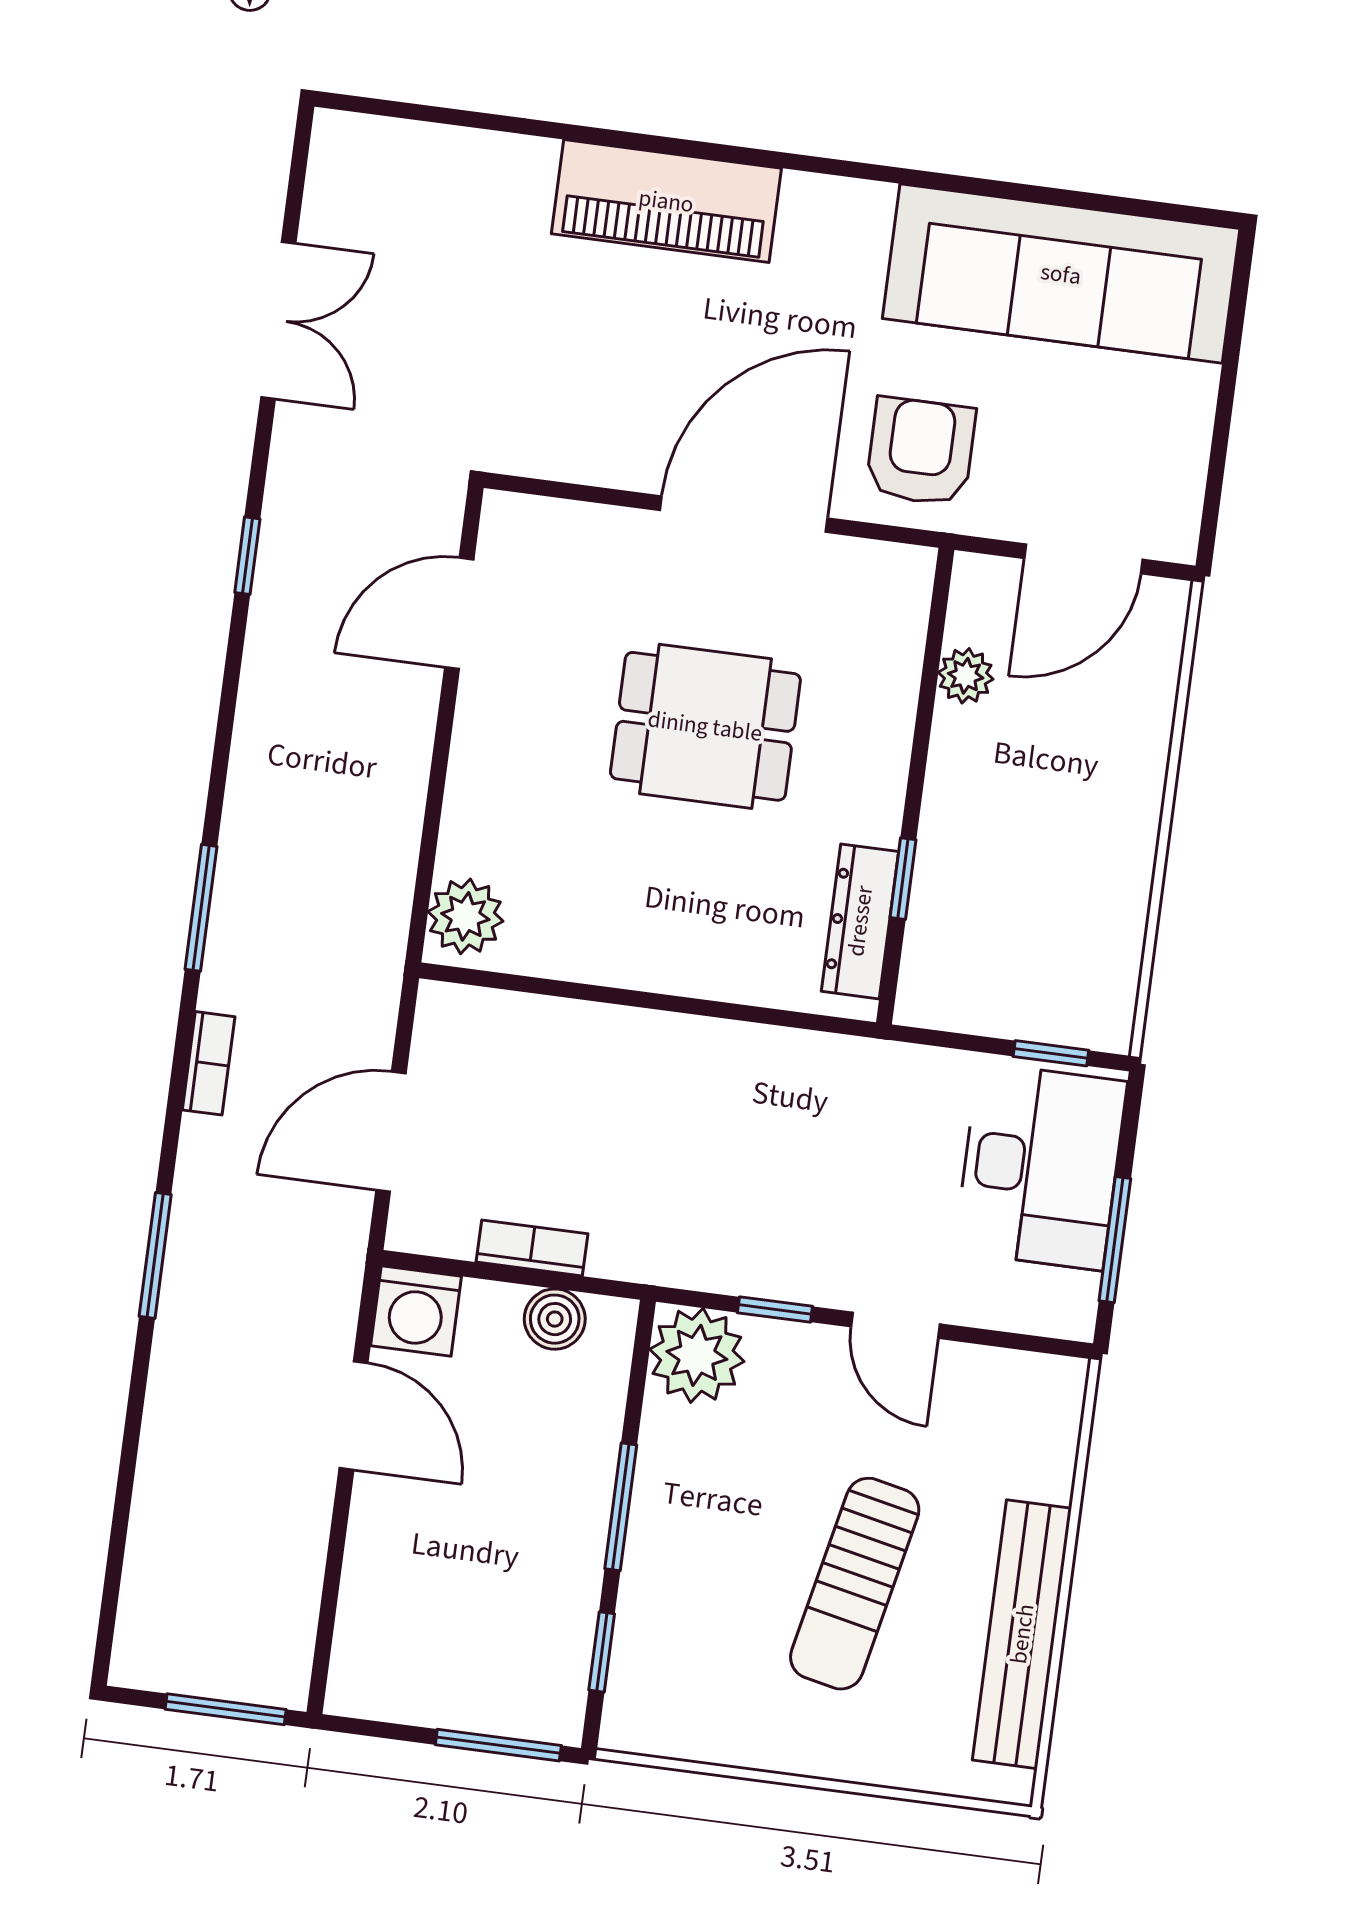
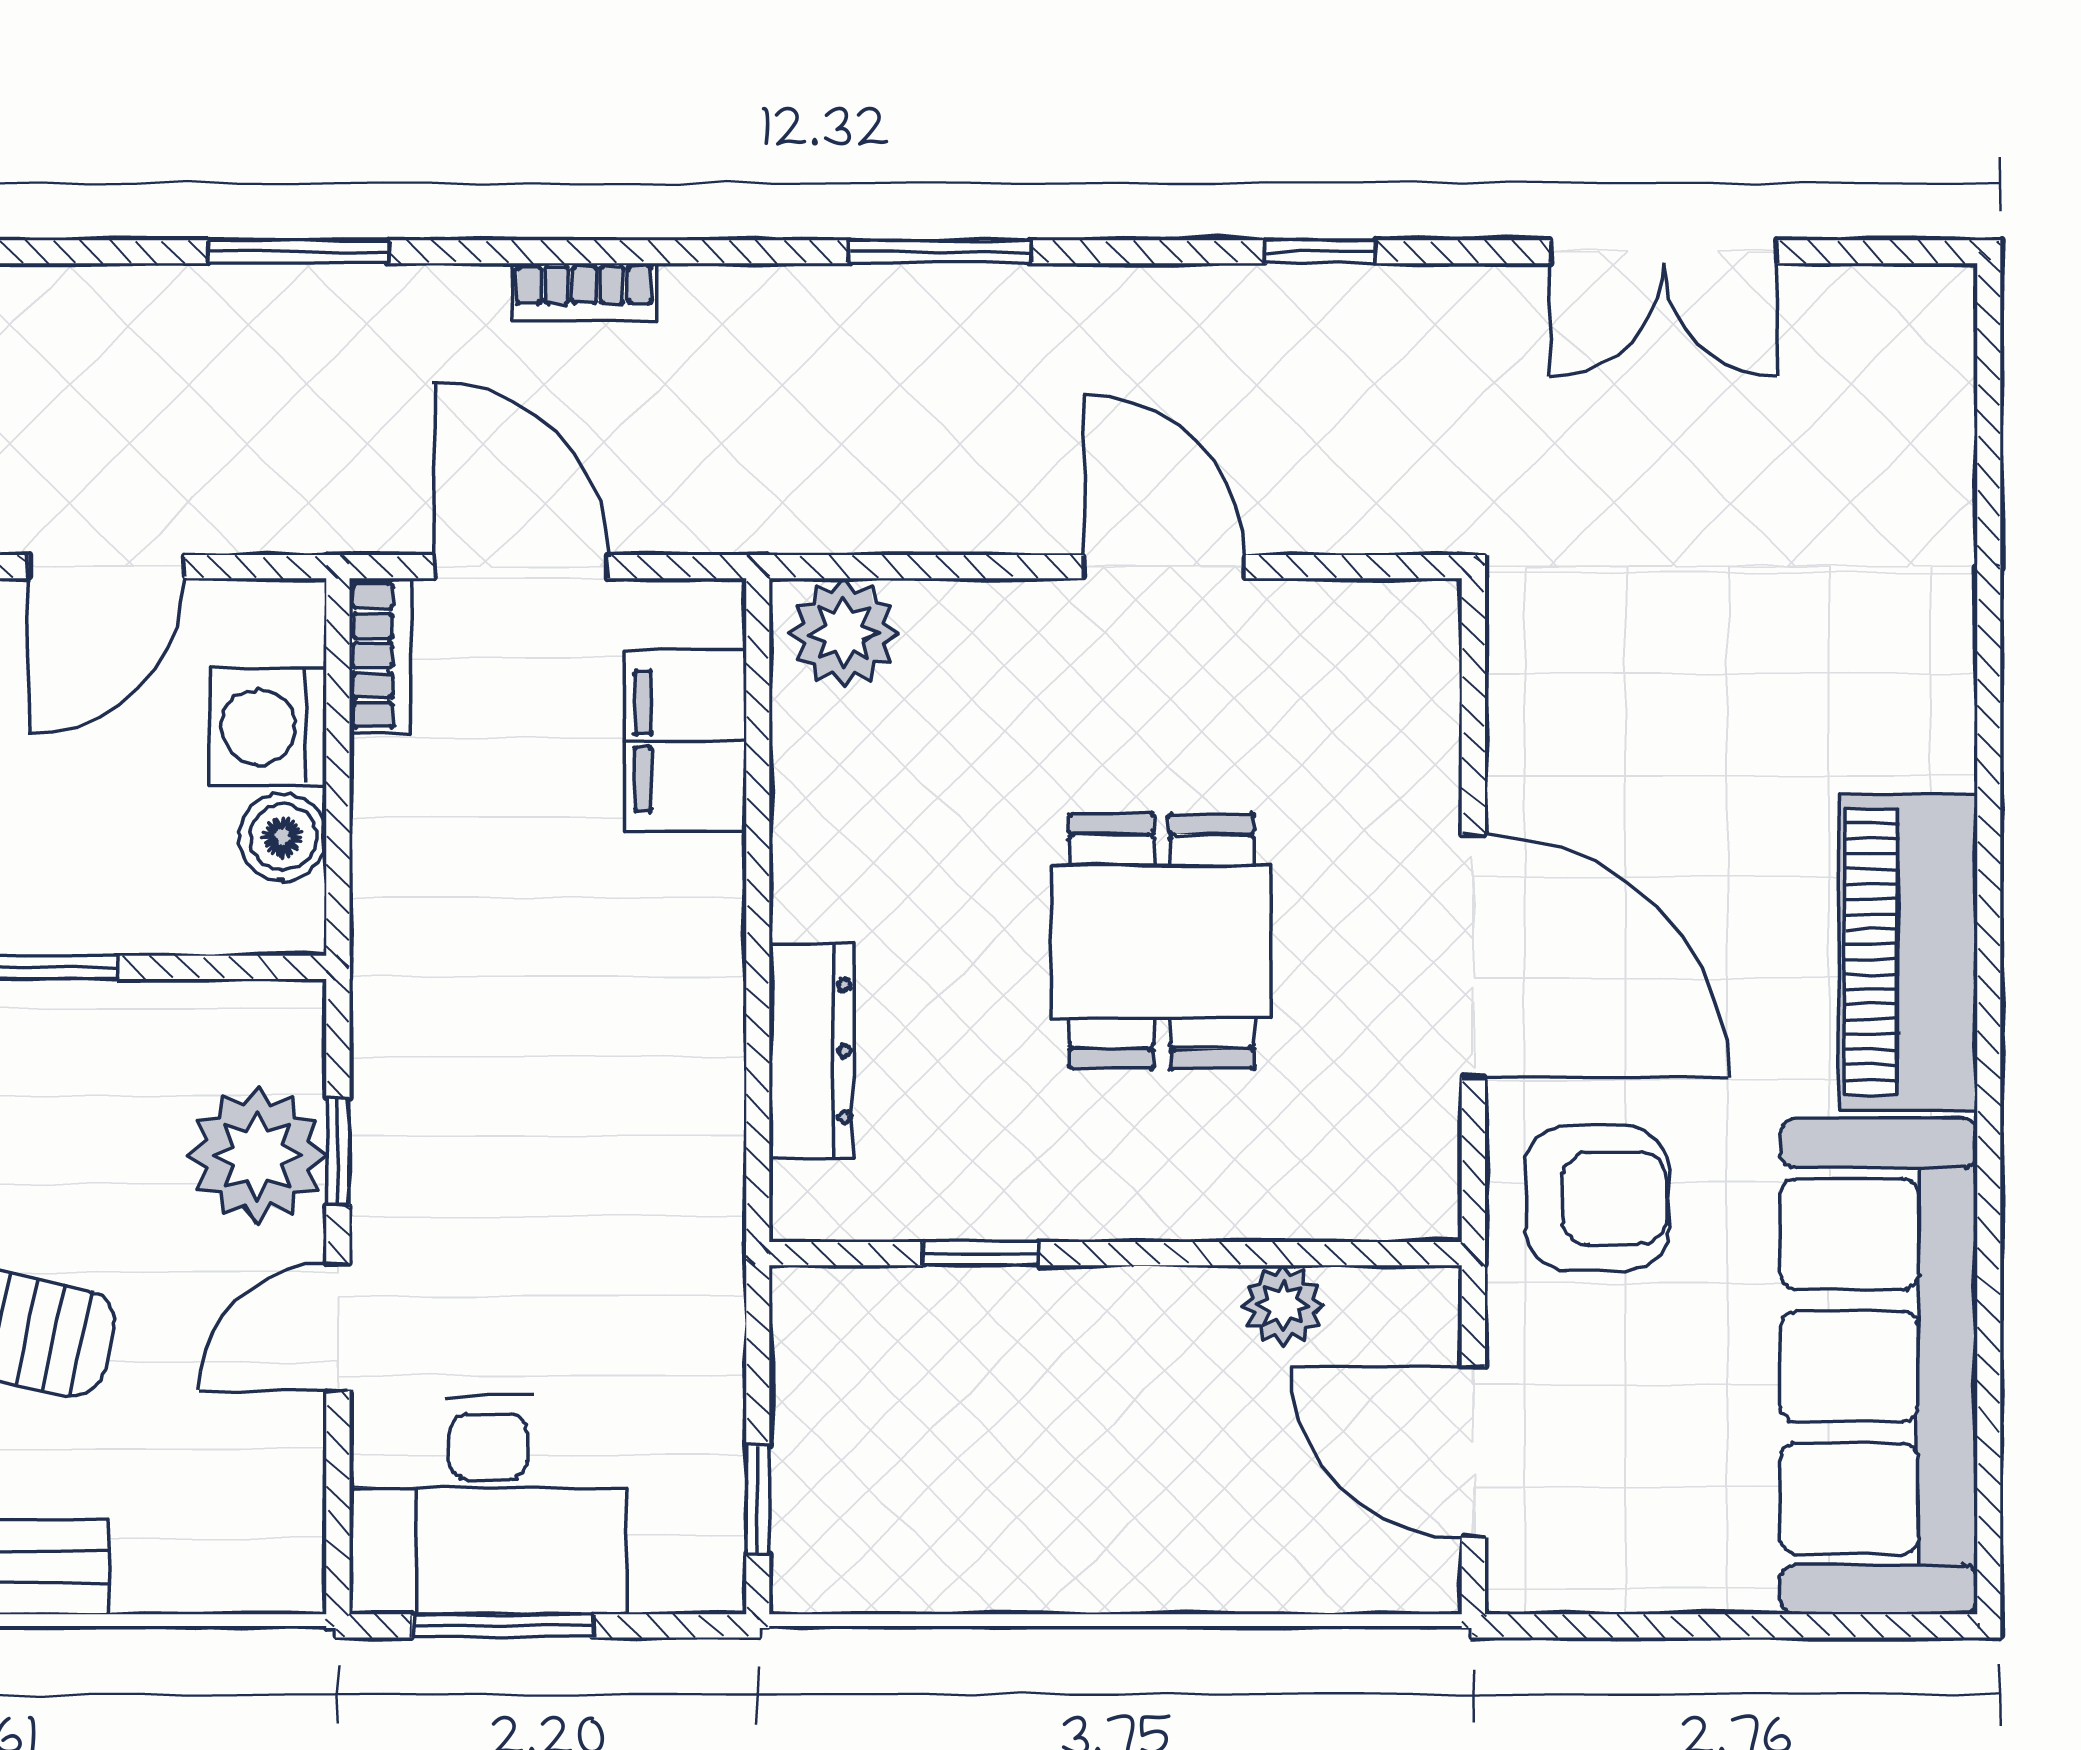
piano: (666, 201) -> (1908, 952), moved
door: (459, 613) -> (1164, 567), moved
window: (201, 908) -> (939, 252), moved
dresser: (860, 921) -> (811, 1051), moved, turned 90
filing cabinet: (525, 1034) -> (686, 741), added
desk: (1040, 1167) -> (488, 1505), moved
bookcase: (532, 1248) -> (380, 655), moved
washing machine: (416, 1311) -> (268, 727), moved
plant: (697, 1355) -> (257, 1155), moved

